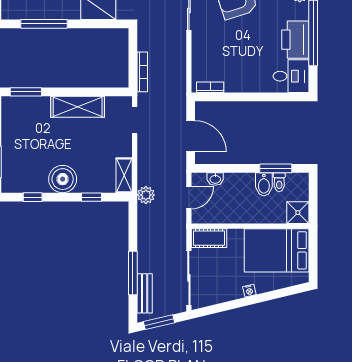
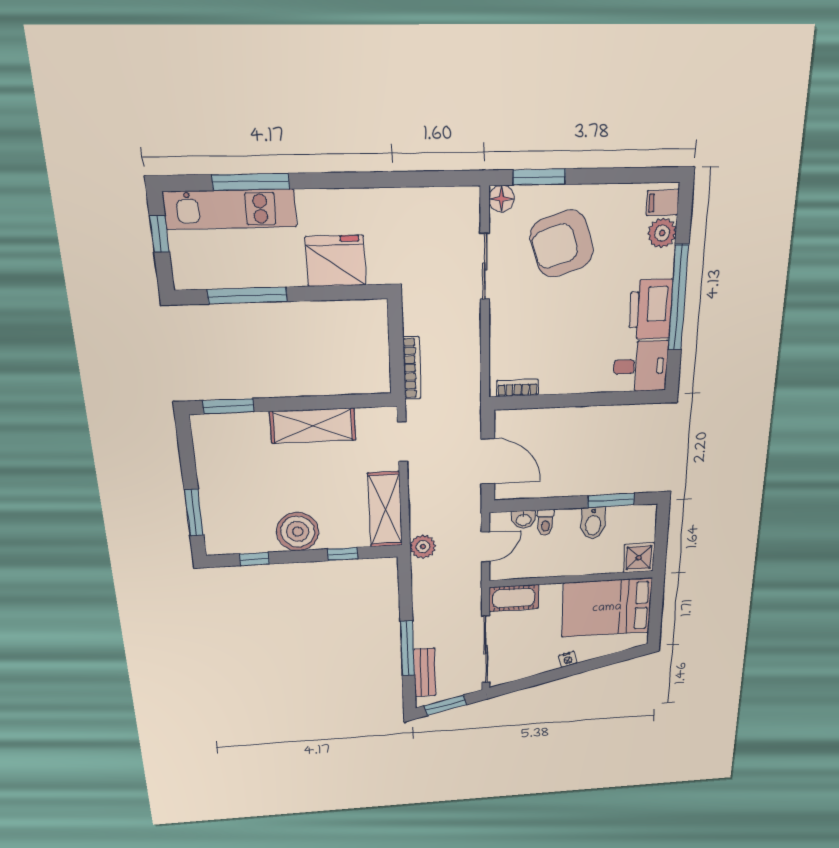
shelving: (124, 175) -> (385, 509), width x1.50, depth x1.33
toilet: (279, 182) -> (545, 523), moved

